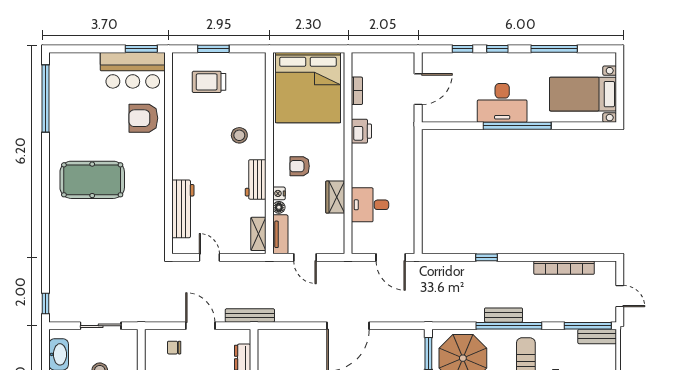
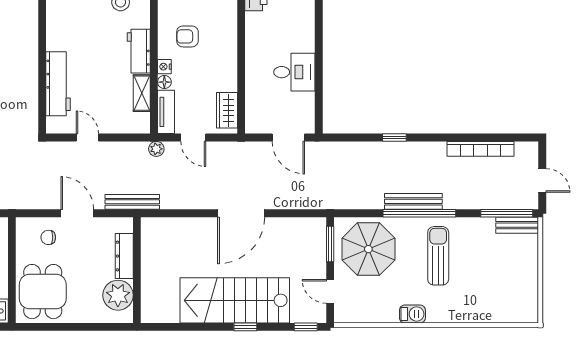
wardrobe: (335, 197) -> (227, 110), moved
desk: (370, 205) -> (294, 72), moved, turned 180
shelving: (258, 234) -> (142, 93), moved
plant: (272, 268) -> (156, 149), added
bench: (503, 315) -> (413, 201), width x1.36

